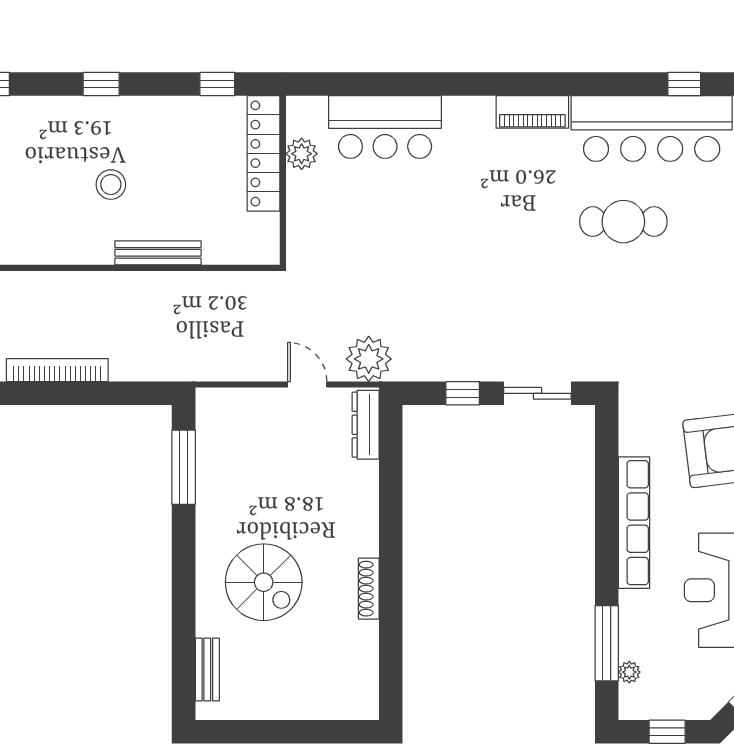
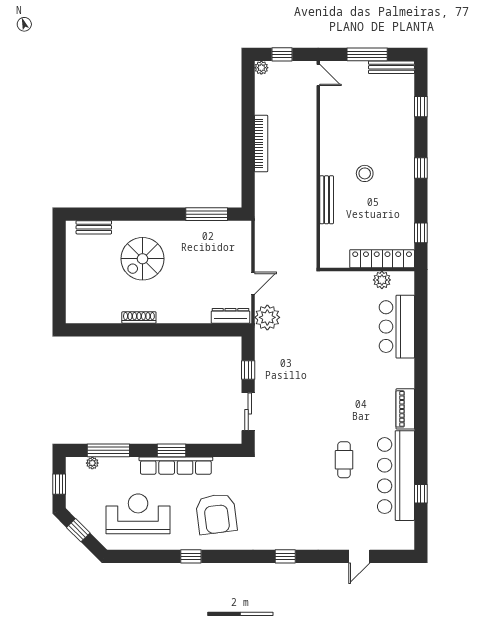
cafe table: (623, 222) -> (344, 460), width x0.73, depth x0.74
window: (607, 530) -> (172, 450), added

